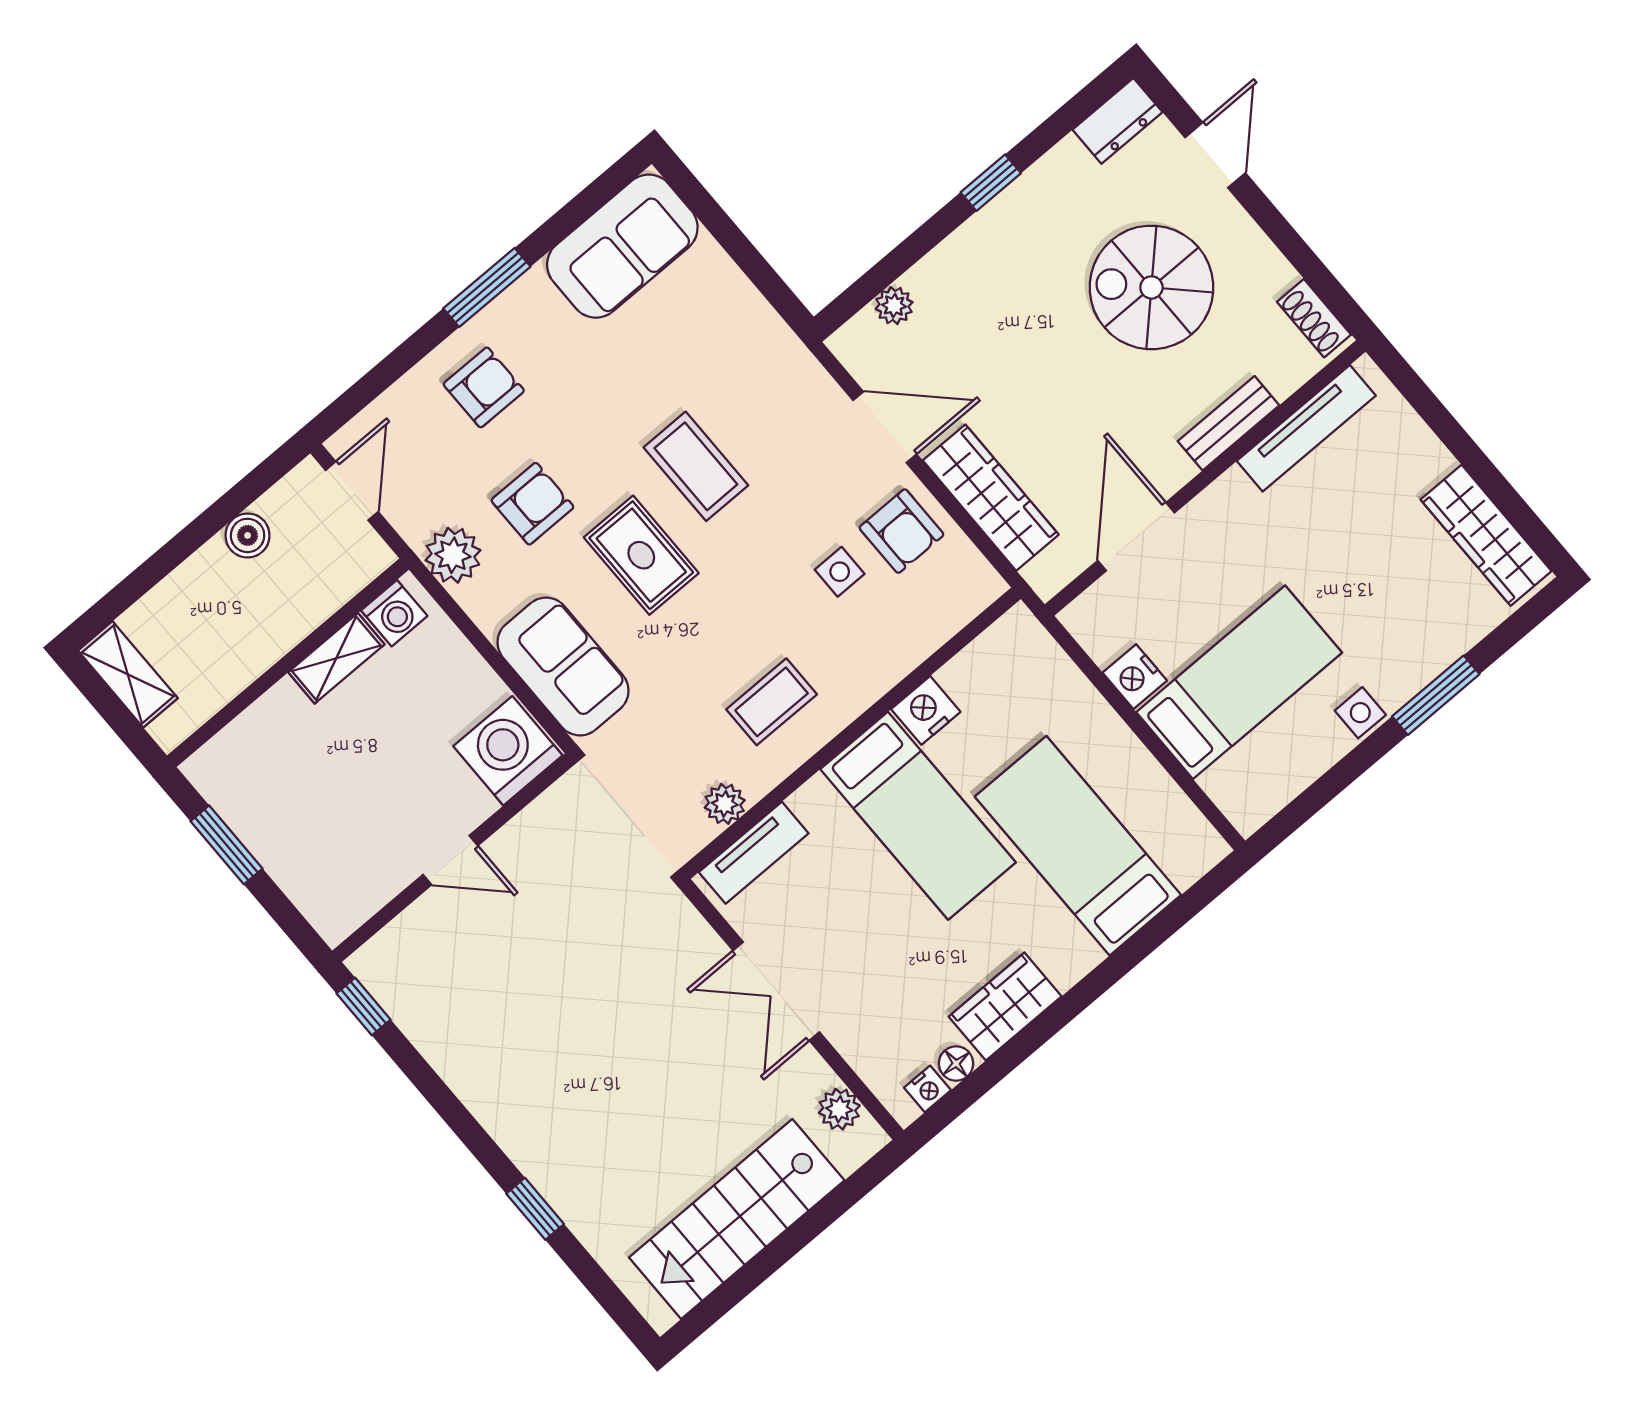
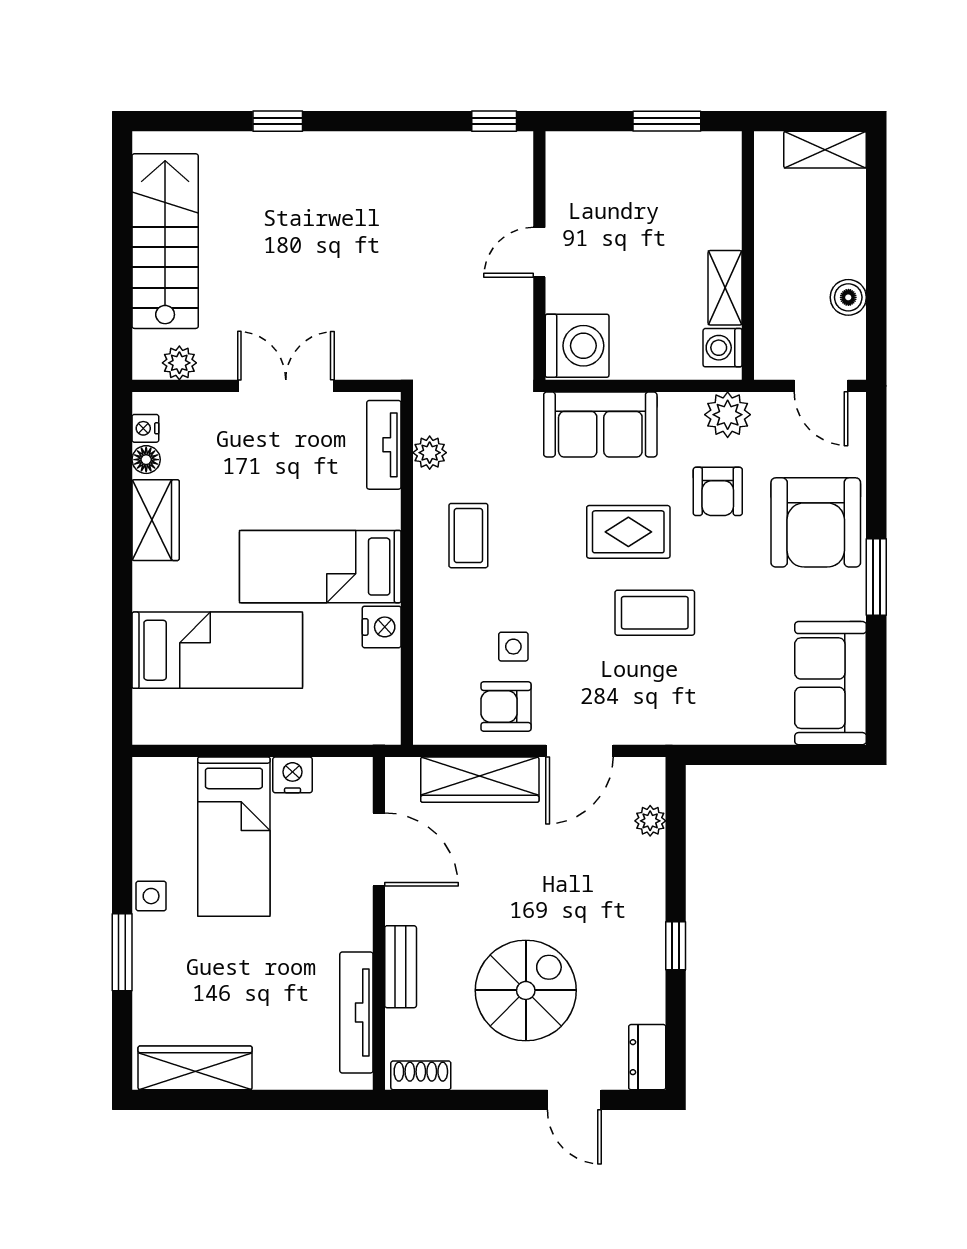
armchair: (484, 387) -> (816, 522), width x1.88, depth x1.88

